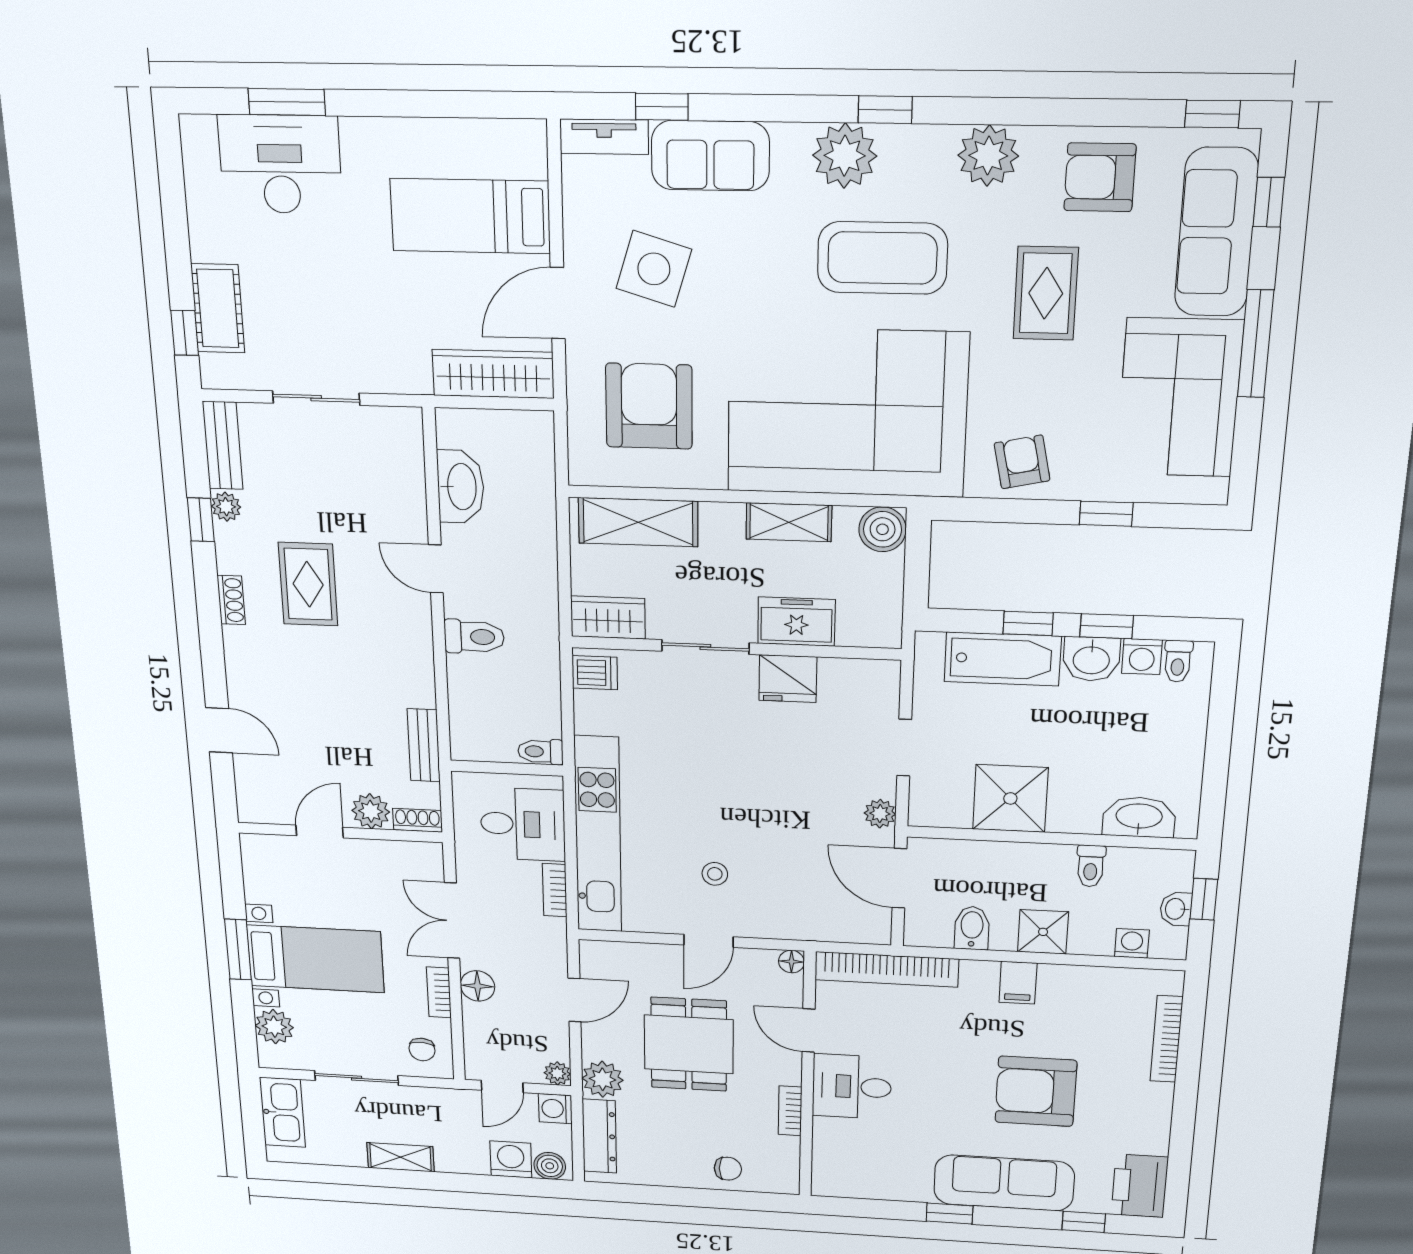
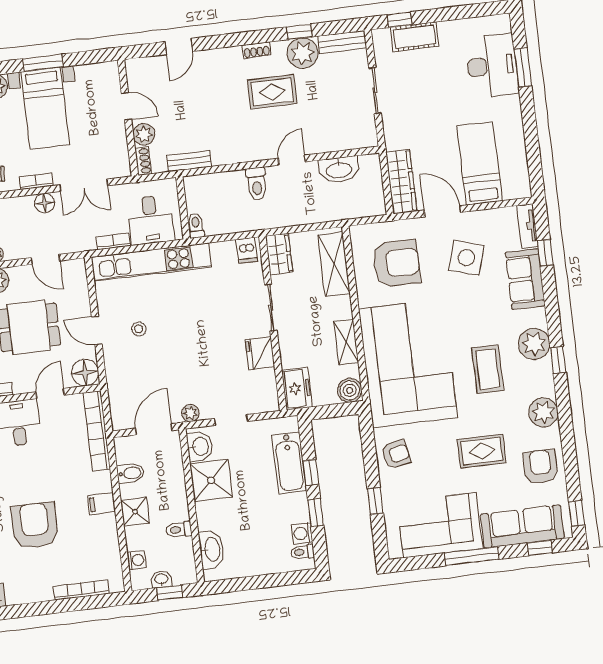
coffee table: (882, 258) -> (488, 369), width x0.73, depth x0.76
plant: (226, 507) -> (303, 53), width x1.88, depth x1.88
freezer: (796, 622) -> (297, 389), moved
washbasin: (1091, 659) -> (200, 446), moved, turned 180
double door: (452, 921) -> (84, 185), swing flipped
floor lamp: (791, 962) -> (85, 372), width x1.89, depth x1.89

